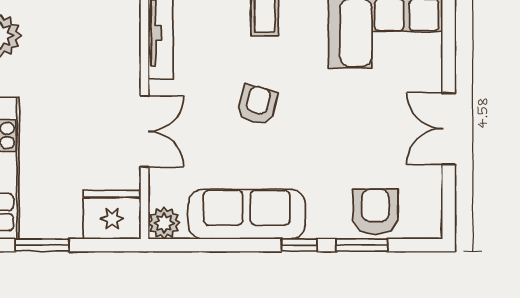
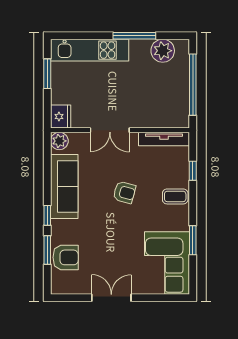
fridge: (112, 215) -> (61, 117), width x0.73, depth x0.75

